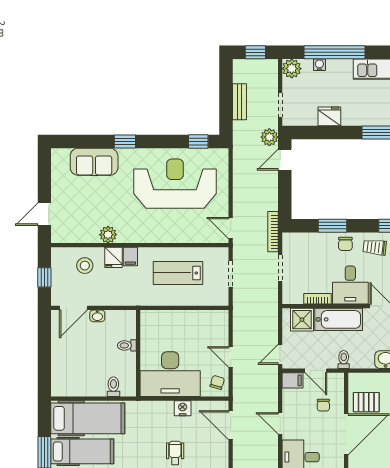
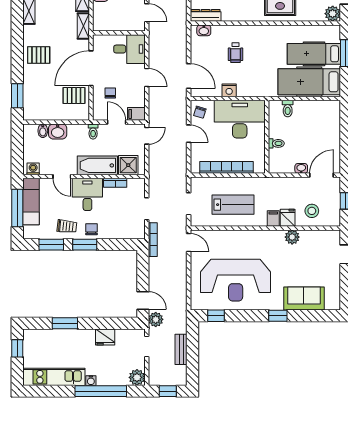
water cooler: (319, 65) -> (91, 381), moved
door: (285, 160) -> (143, 300), hinge flipped
window: (333, 226) -> (85, 245), moved
bookcase: (186, 317) -> (227, 167), added

